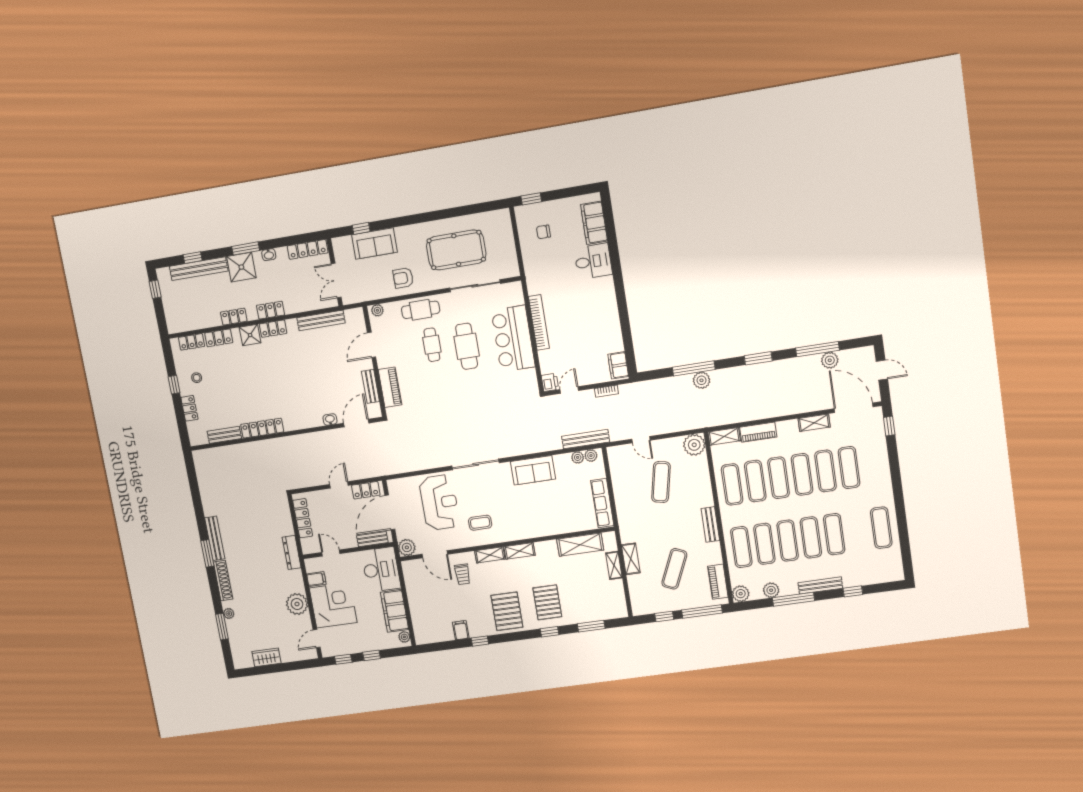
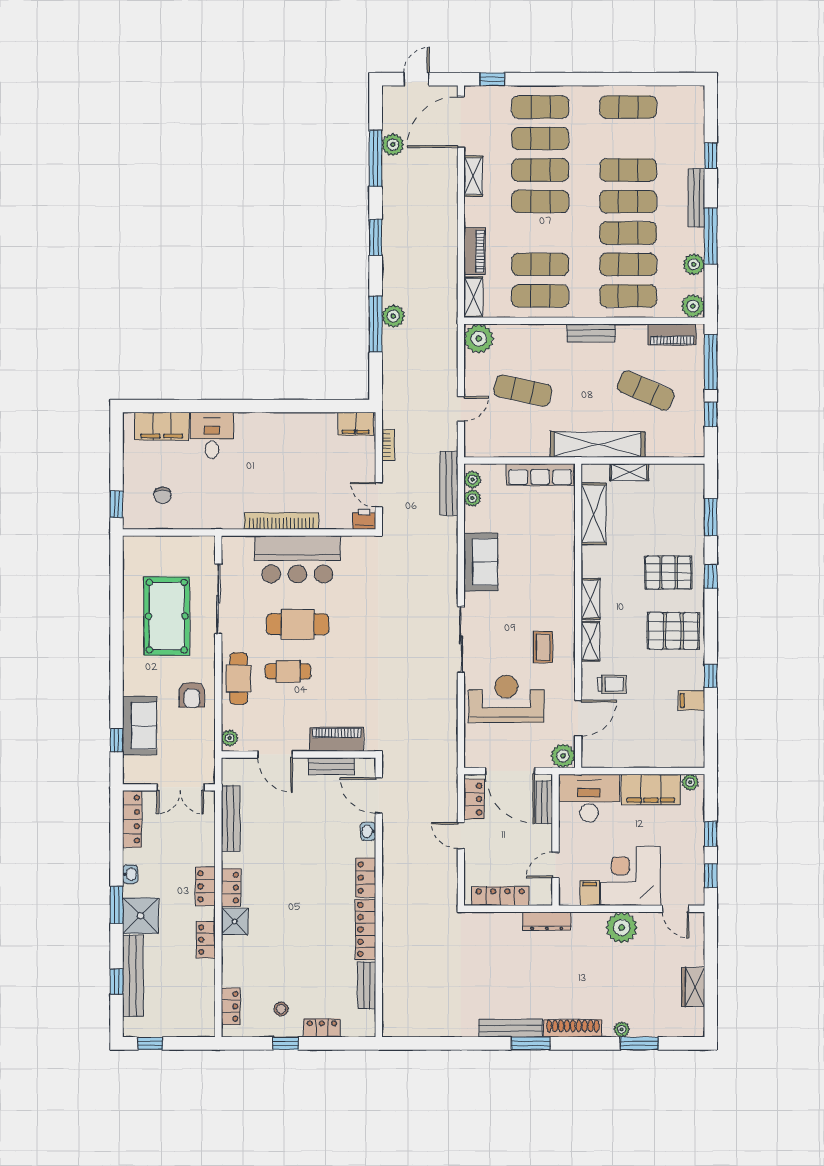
locker: (219, 338) -> (366, 878), moved, turned 180
exercise mat: (779, 478) -> (540, 107), moved
shelving: (631, 559) -> (598, 445), width x2.20, depth x1.33

